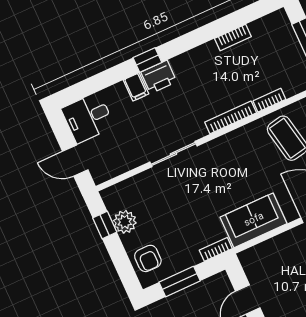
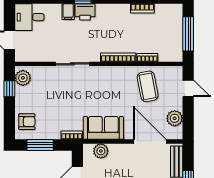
plant: (125, 222) -> (23, 78), moved
plant: (264, 253) -> (101, 151), added
armchair: (148, 258) -> (27, 122), turned -90

